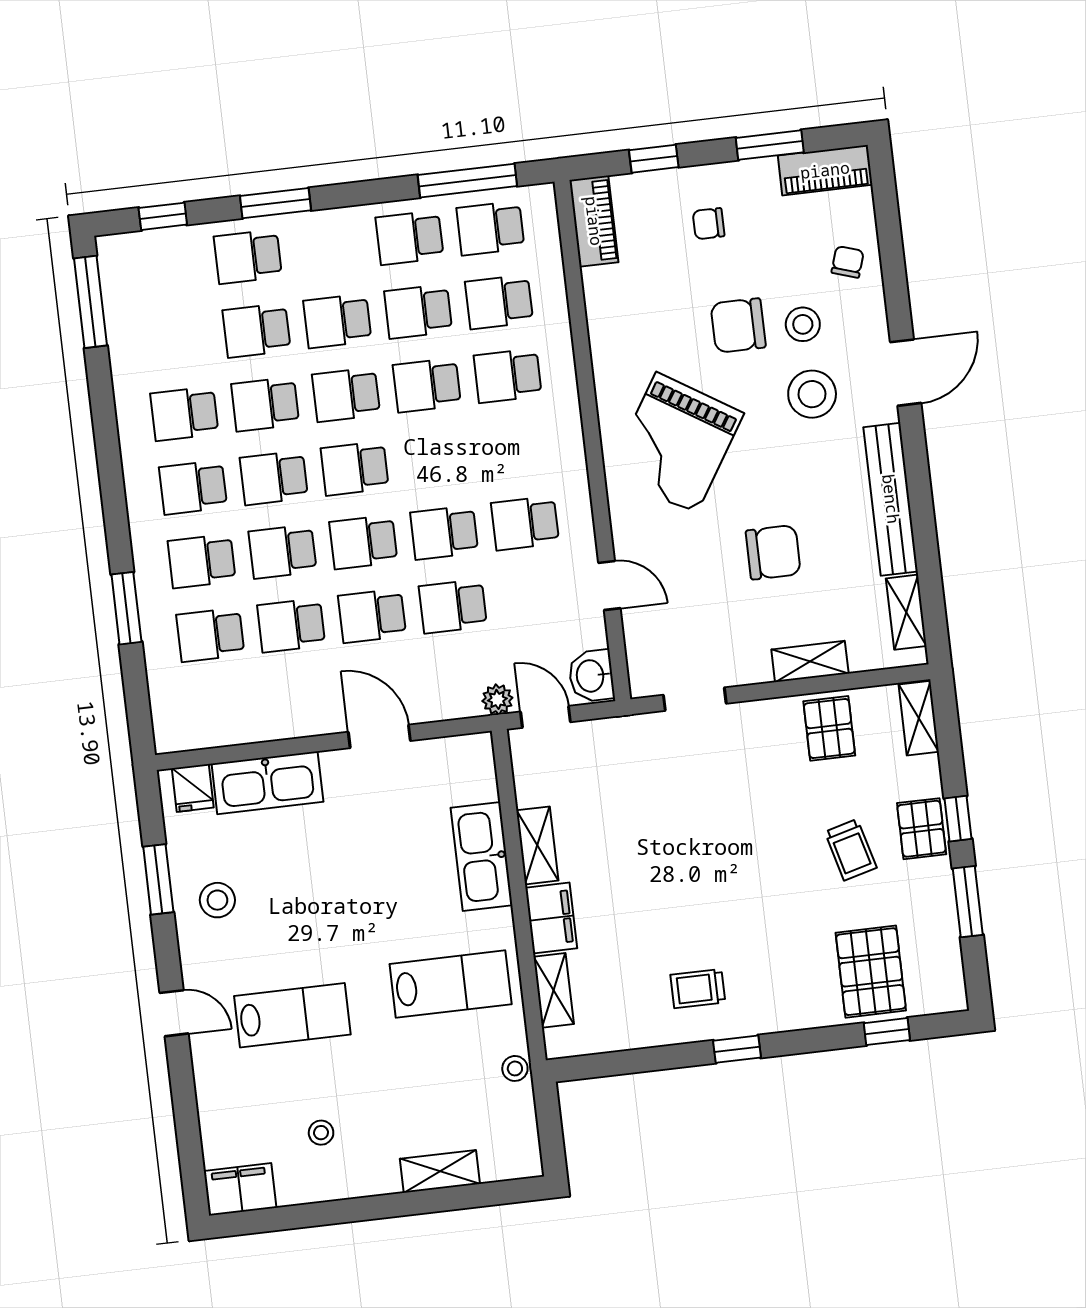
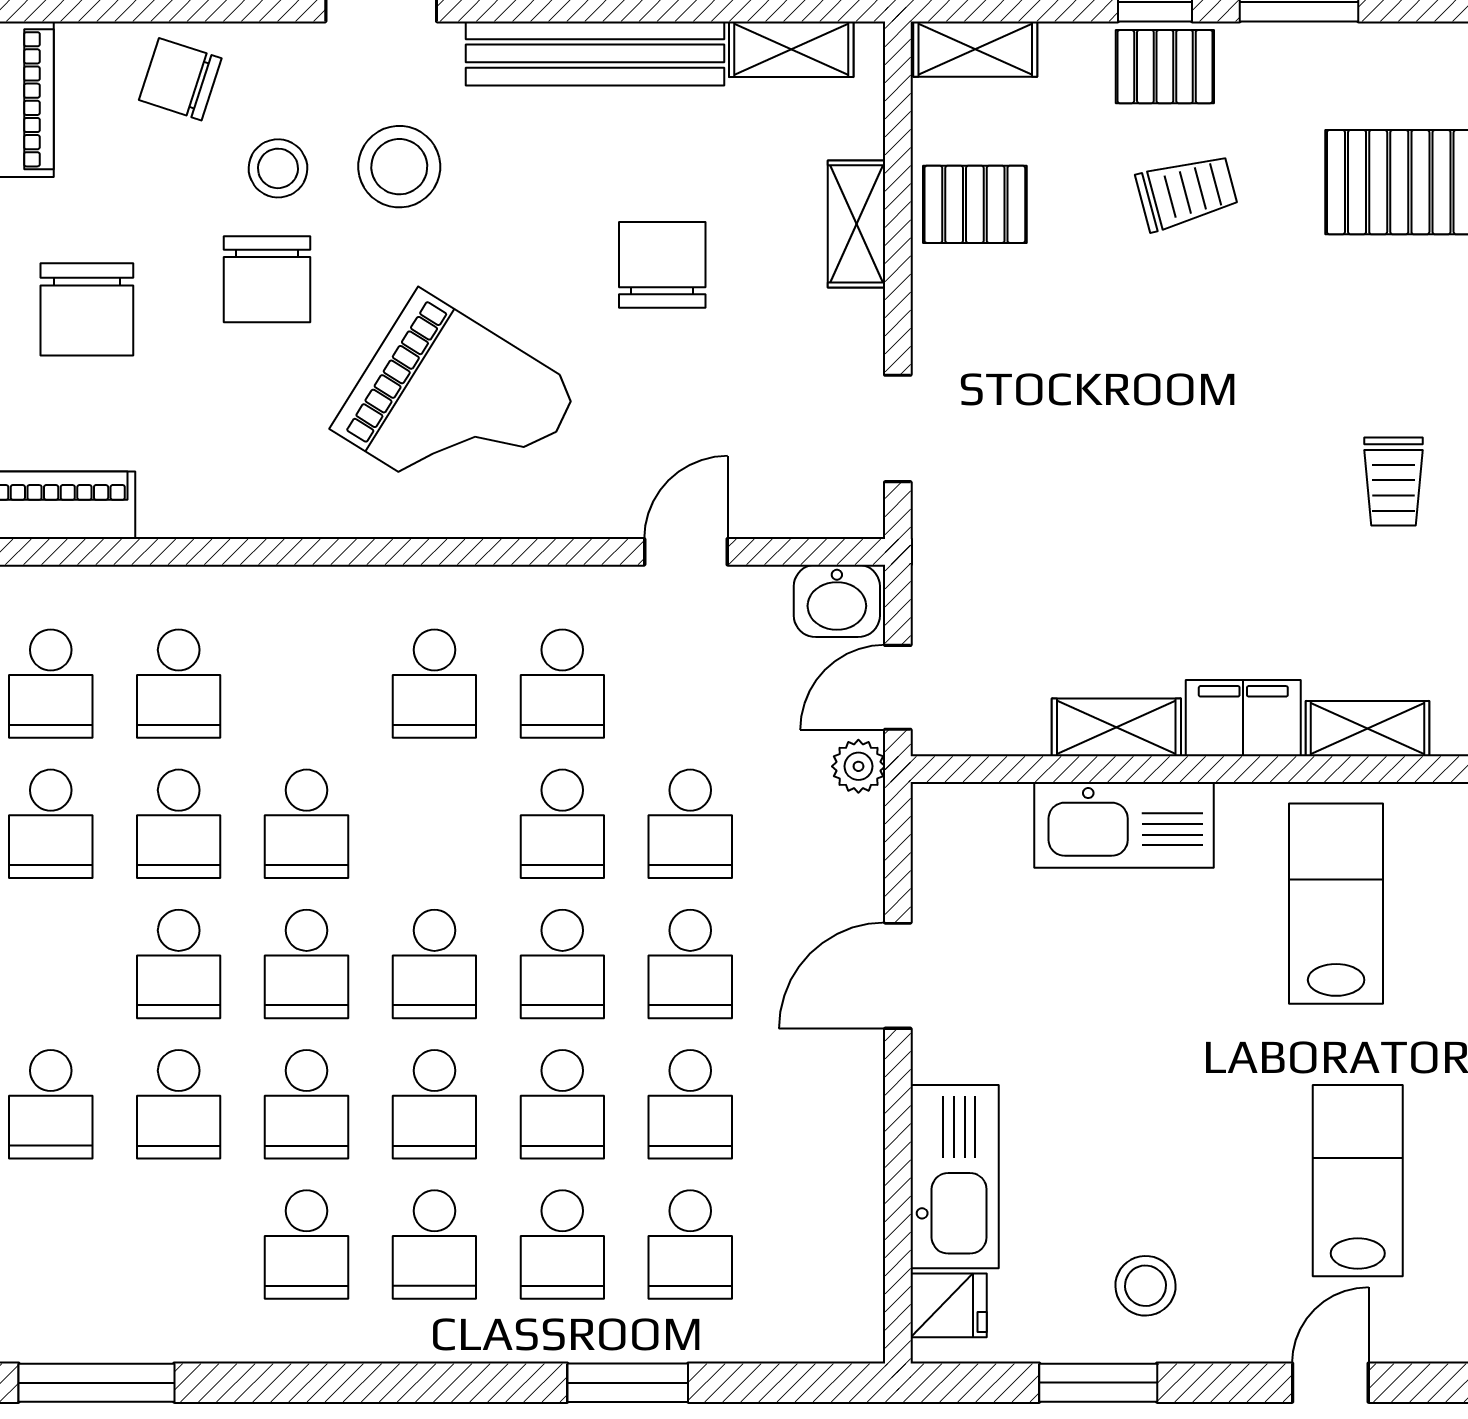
chair: (709, 224) -> (87, 309), width x1.87, depth x1.87
chair: (848, 262) -> (180, 79), width x1.37, depth x1.37
school desk: (508, 376) -> (434, 684), moved

